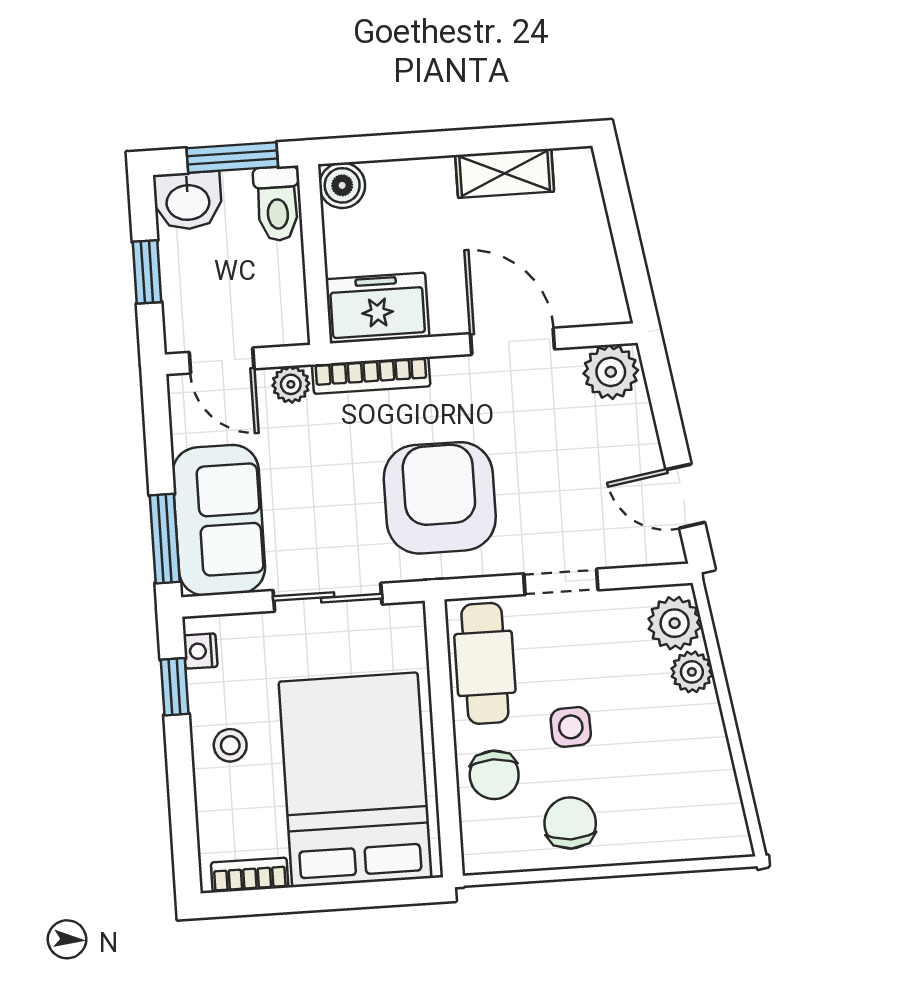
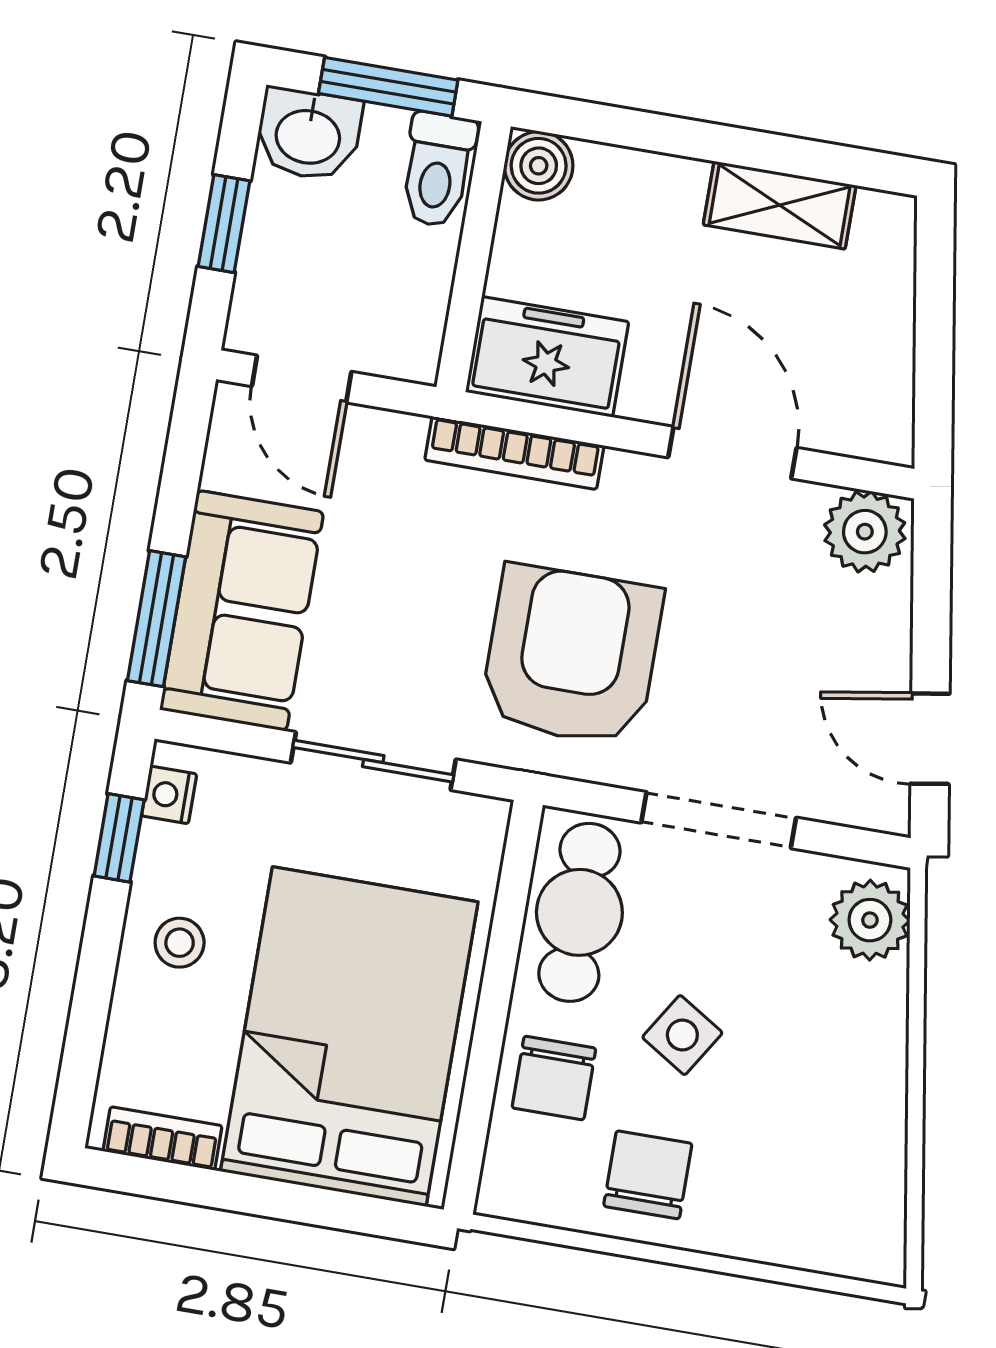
plant: (291, 384) -> (394, 438), removed
doorway: (561, 582) -> (719, 820), width x1.38
plant: (692, 672) -> (878, 997), removed
side table: (571, 727) -> (682, 1035), turned 34

